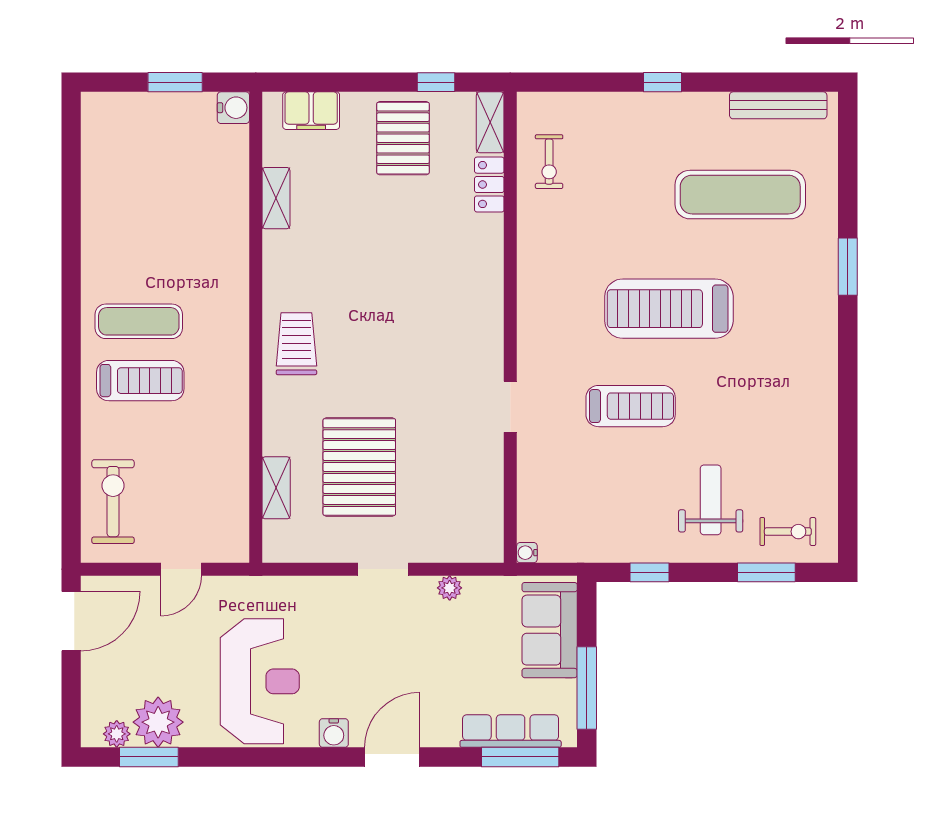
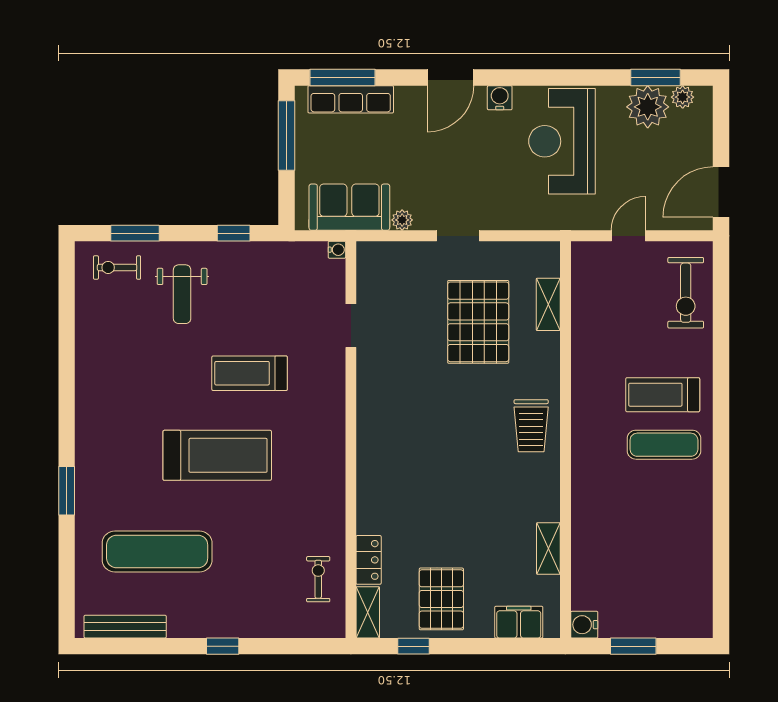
doorway: (510, 407) -> (351, 326), moved
sofa: (550, 630) -> (349, 207), moved, turned -90

